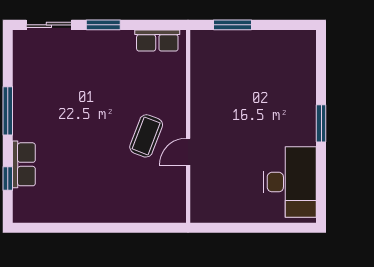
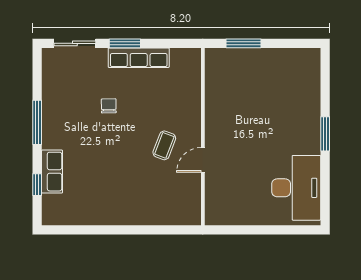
row of seats: (157, 41) -> (139, 58), moved, width x1.48
chair: (86, 93) -> (109, 106), added
coffee table: (146, 136) -> (164, 145), width x0.73, depth x0.77

